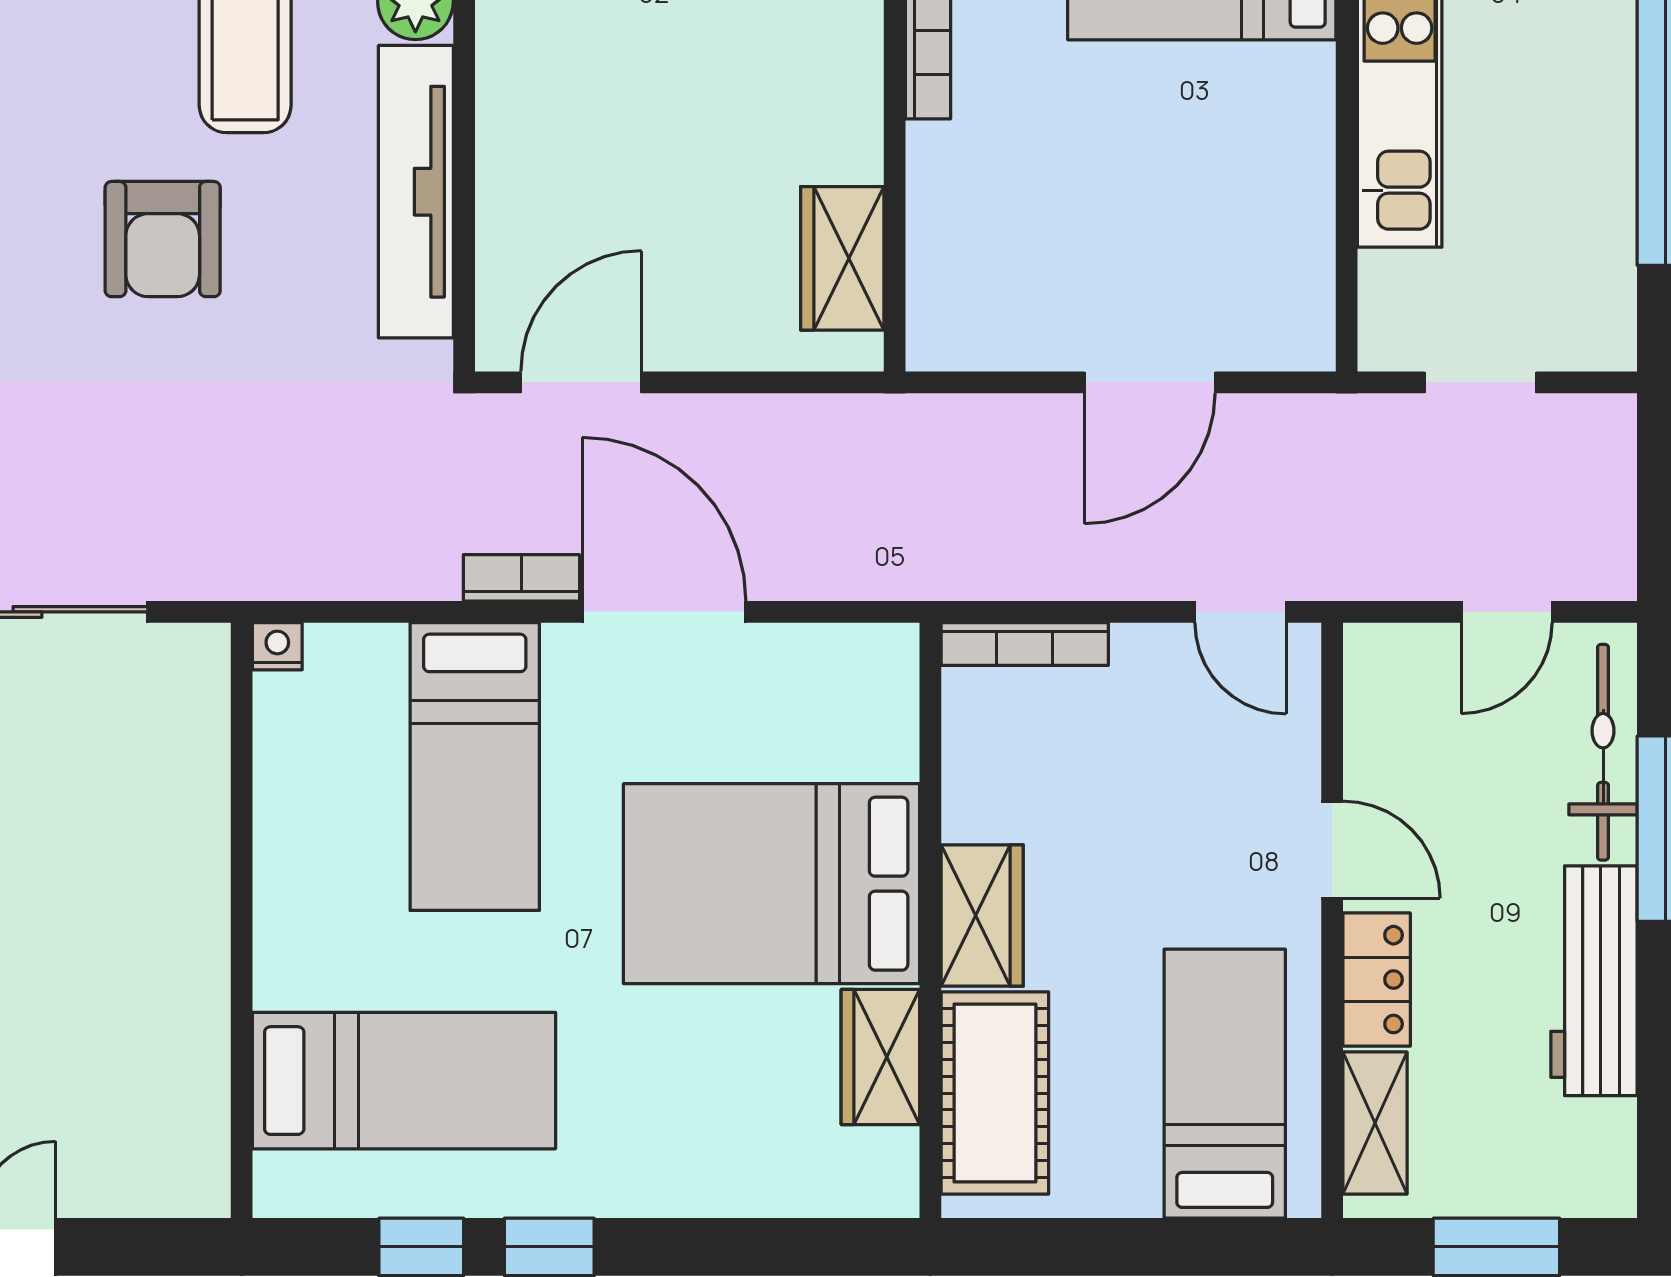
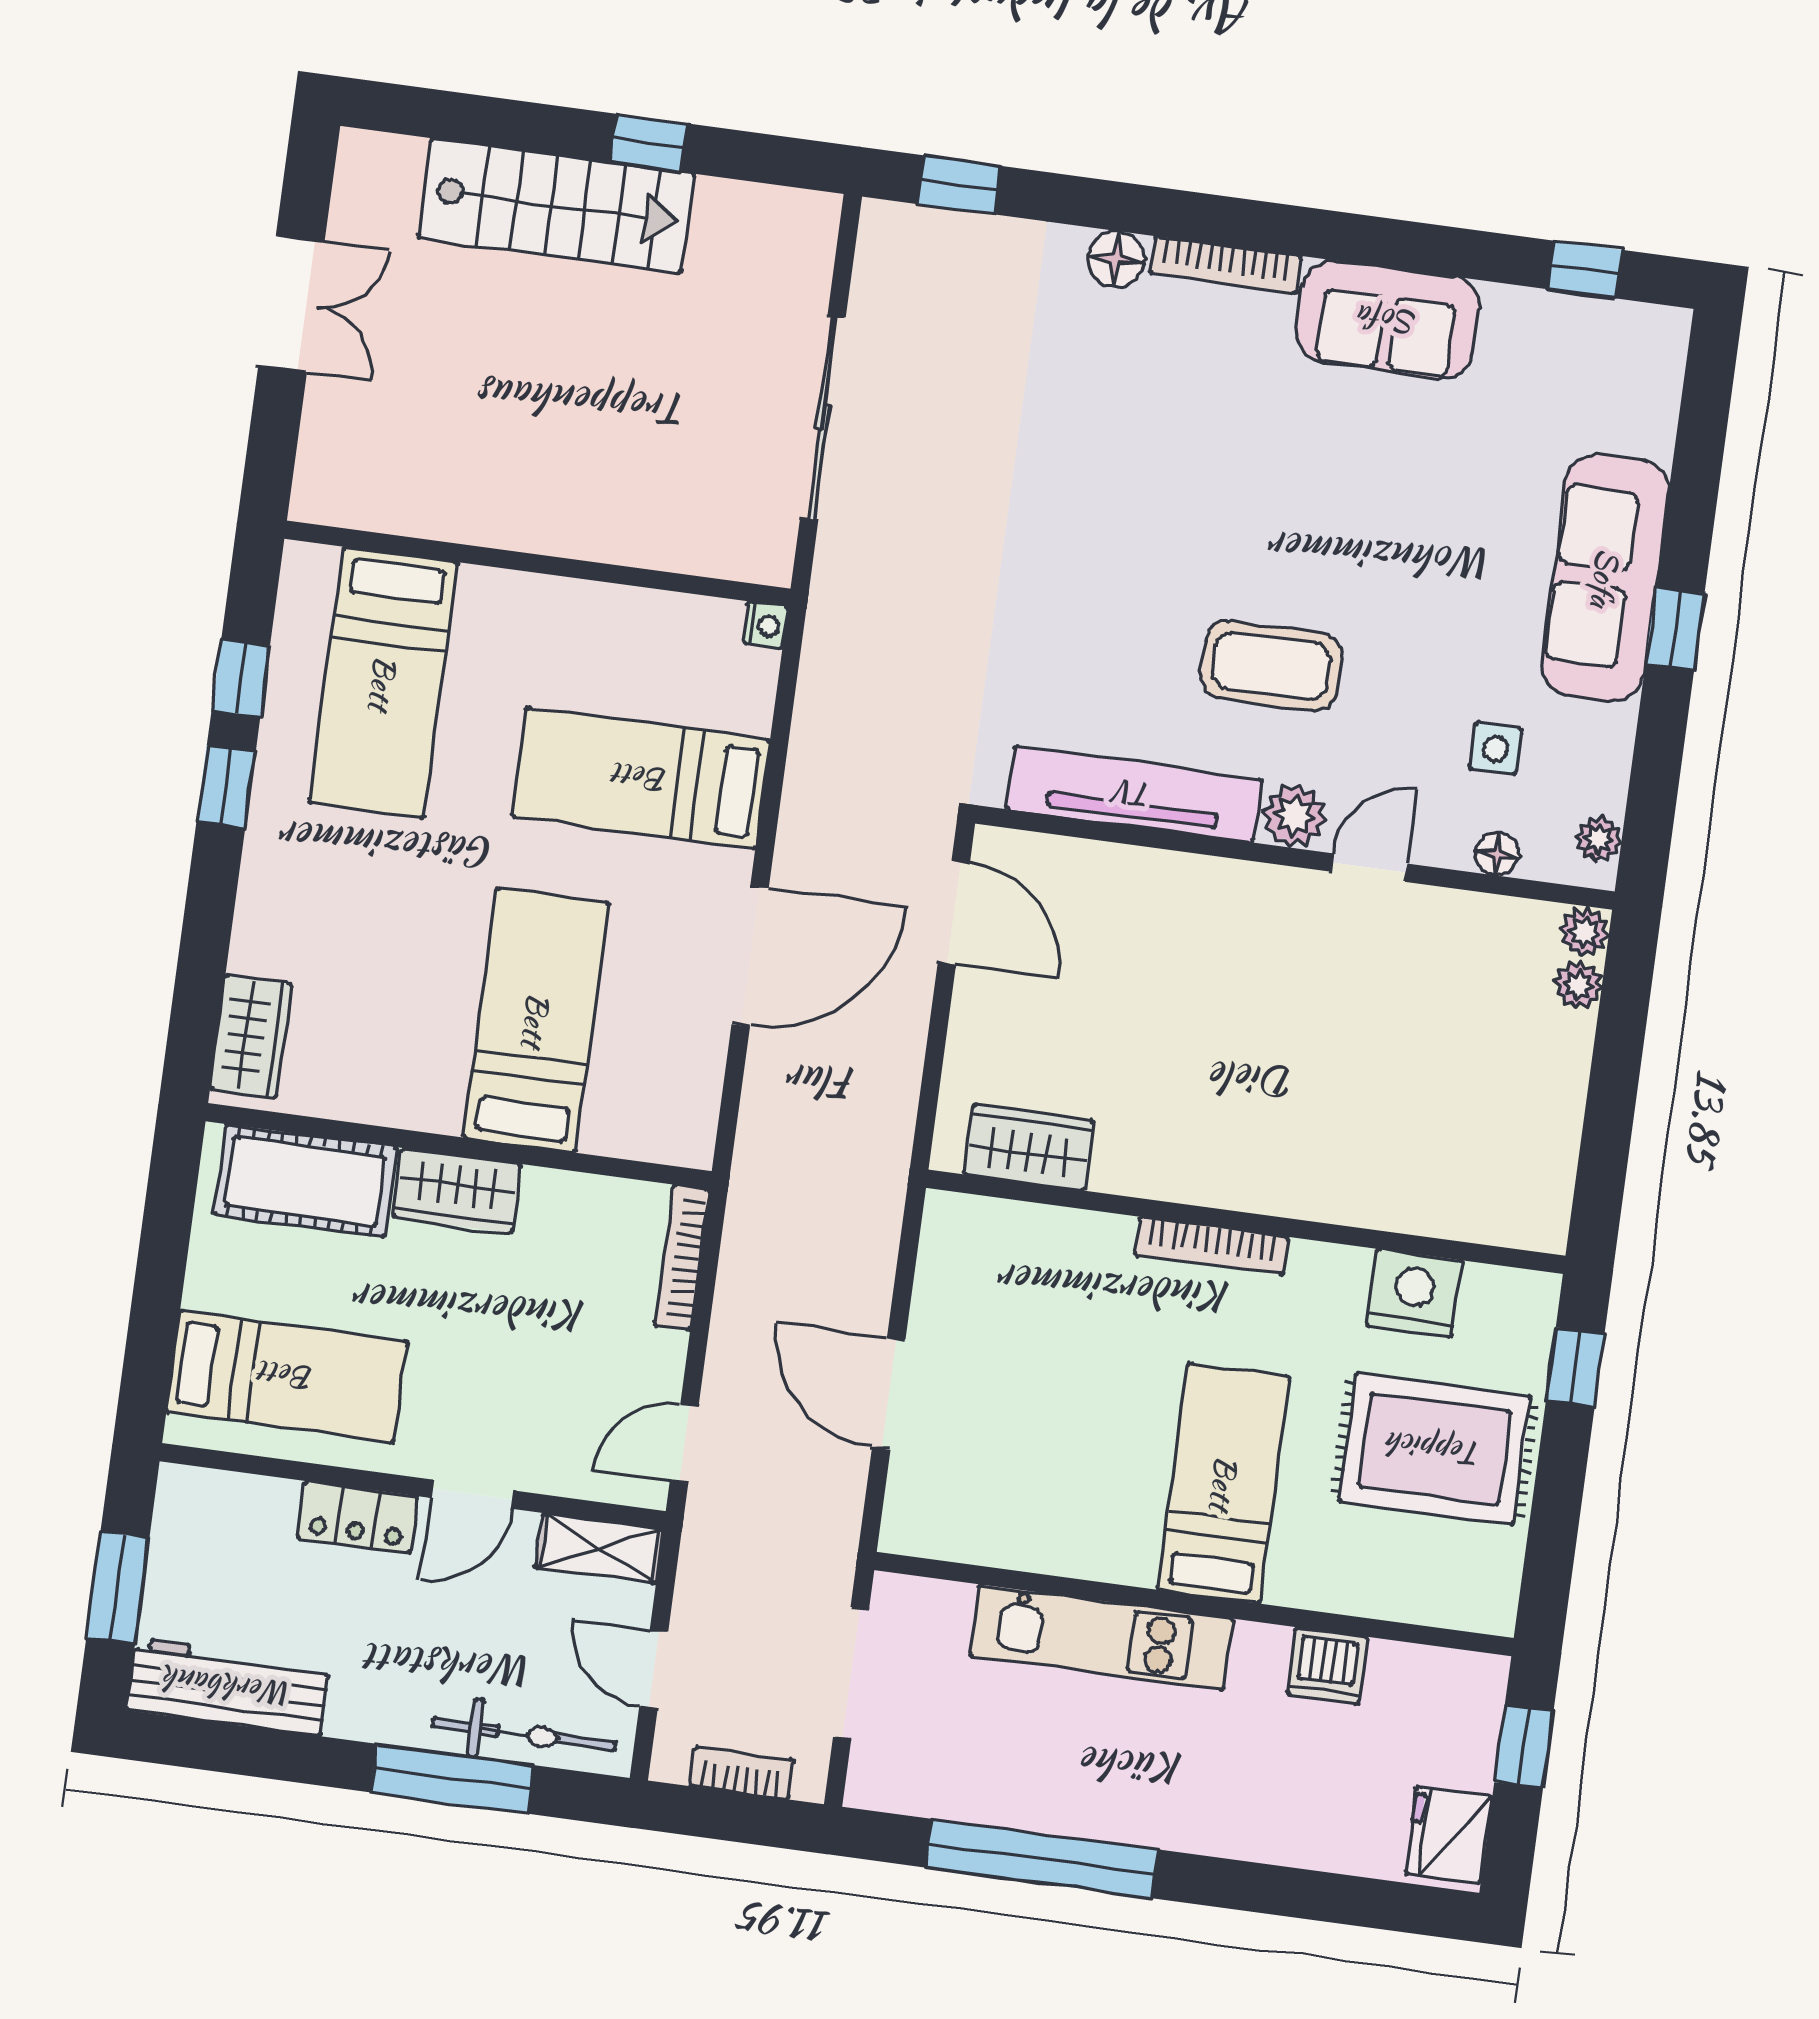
armchair: (163, 239) -> (1123, 575), removed
doorway: (1481, 382) -> (851, 1673), width x1.38
bookcase: (521, 578) -> (742, 1773), moved, turned -90
bed: (772, 884) -> (536, 1020), width x0.67
workbench: (1594, 981) -> (228, 1687), moved
wardrobe: (880, 1057) -> (251, 1036), moved, turned 90
shelving: (1375, 1123) -> (599, 1548), moved

